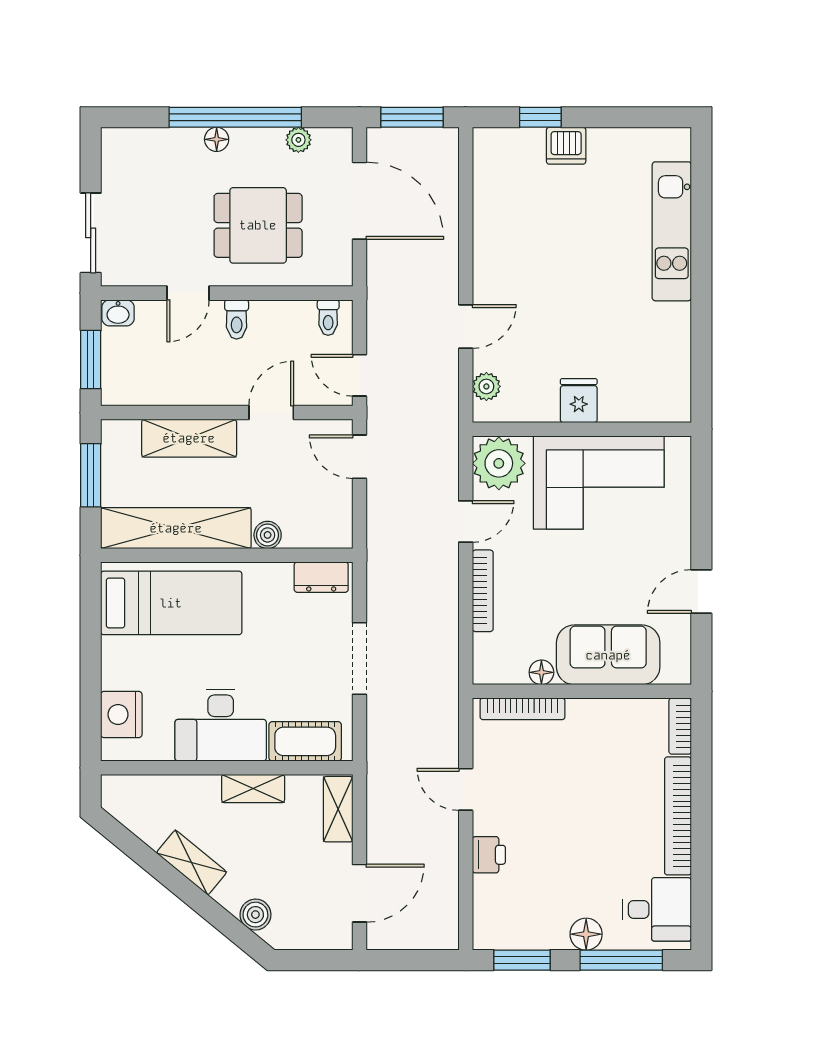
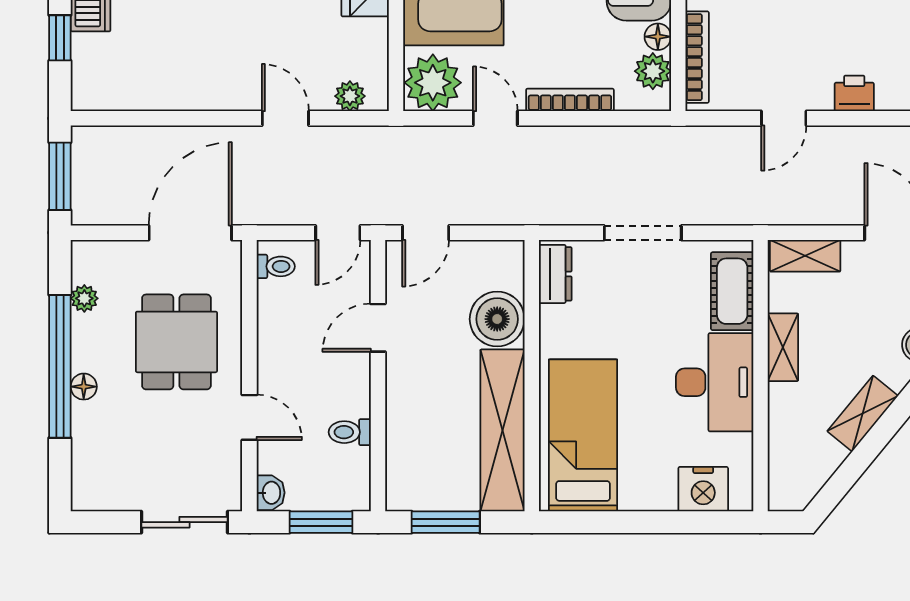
door: (359, 201) -> (190, 233), moved
toilet: (237, 319) -> (350, 432), moved, turned 180
door: (271, 413) -> (378, 328), hinge flipped
shelving: (189, 438) -> (406, 416), removed
boiler: (268, 535) -> (497, 319), width x1.86, depth x1.86
plant: (509, 668) -> (653, 71), added

